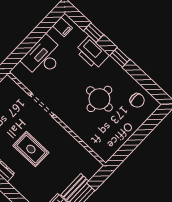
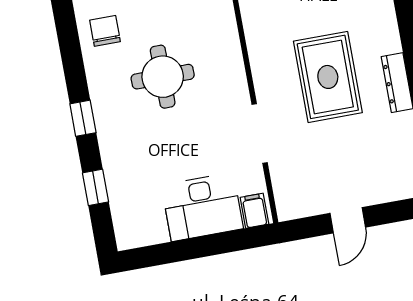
filing cabinet: (63, 27) -> (254, 211), moved
printer: (92, 53) -> (121, 157), removed
rug: (31, 149) -> (328, 77), width x1.36, depth x1.43

